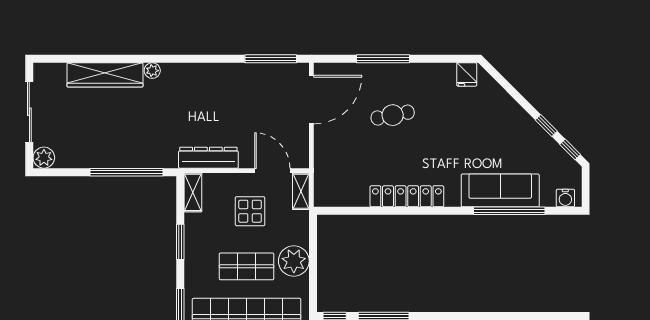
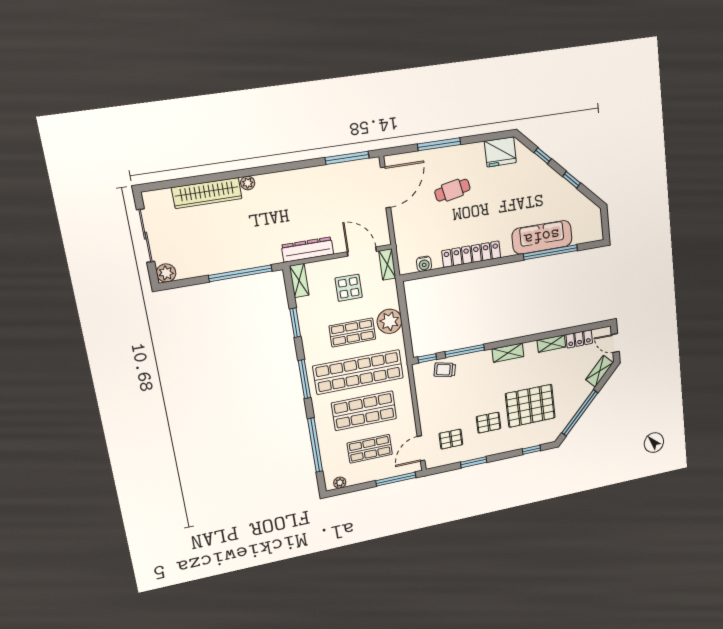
fridge: (467, 74) -> (500, 152), width x1.88, depth x1.34
window: (570, 149) -> (543, 156), moved
water cooler: (565, 198) -> (424, 264), moved

